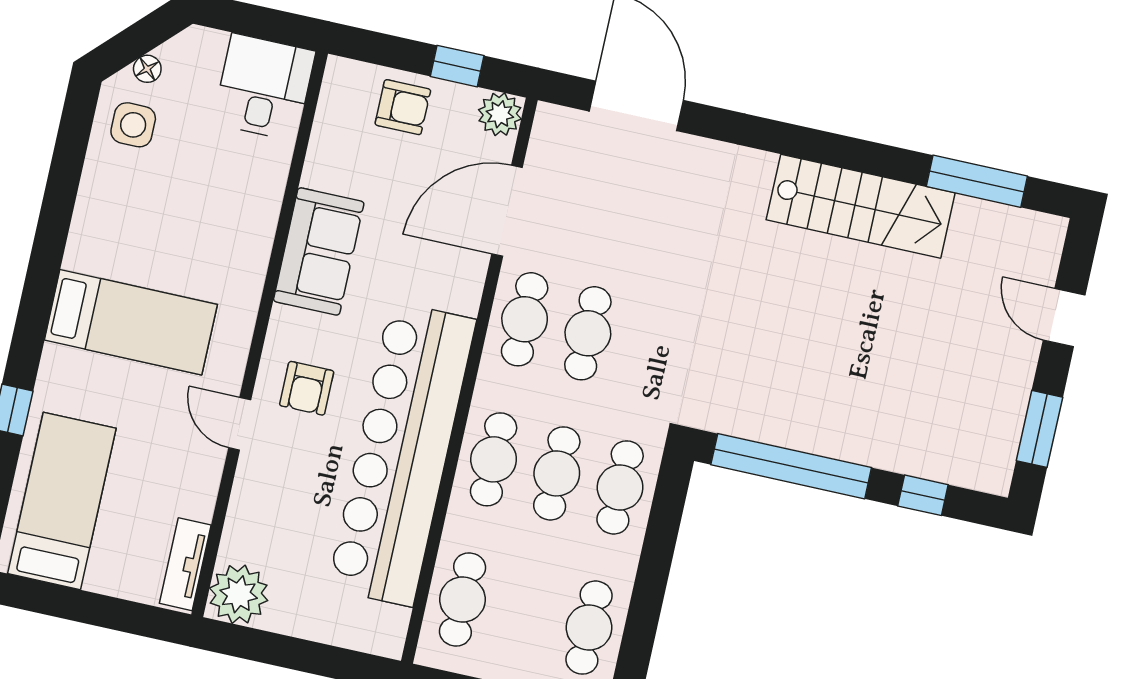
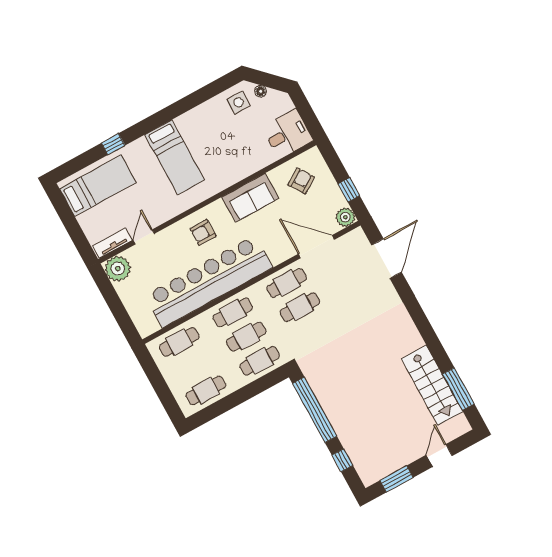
armchair: (403, 107) -> (301, 181), moved, turned -123
stairs: (861, 206) -> (432, 385), moved
door: (240, 424) -> (144, 237), moved

